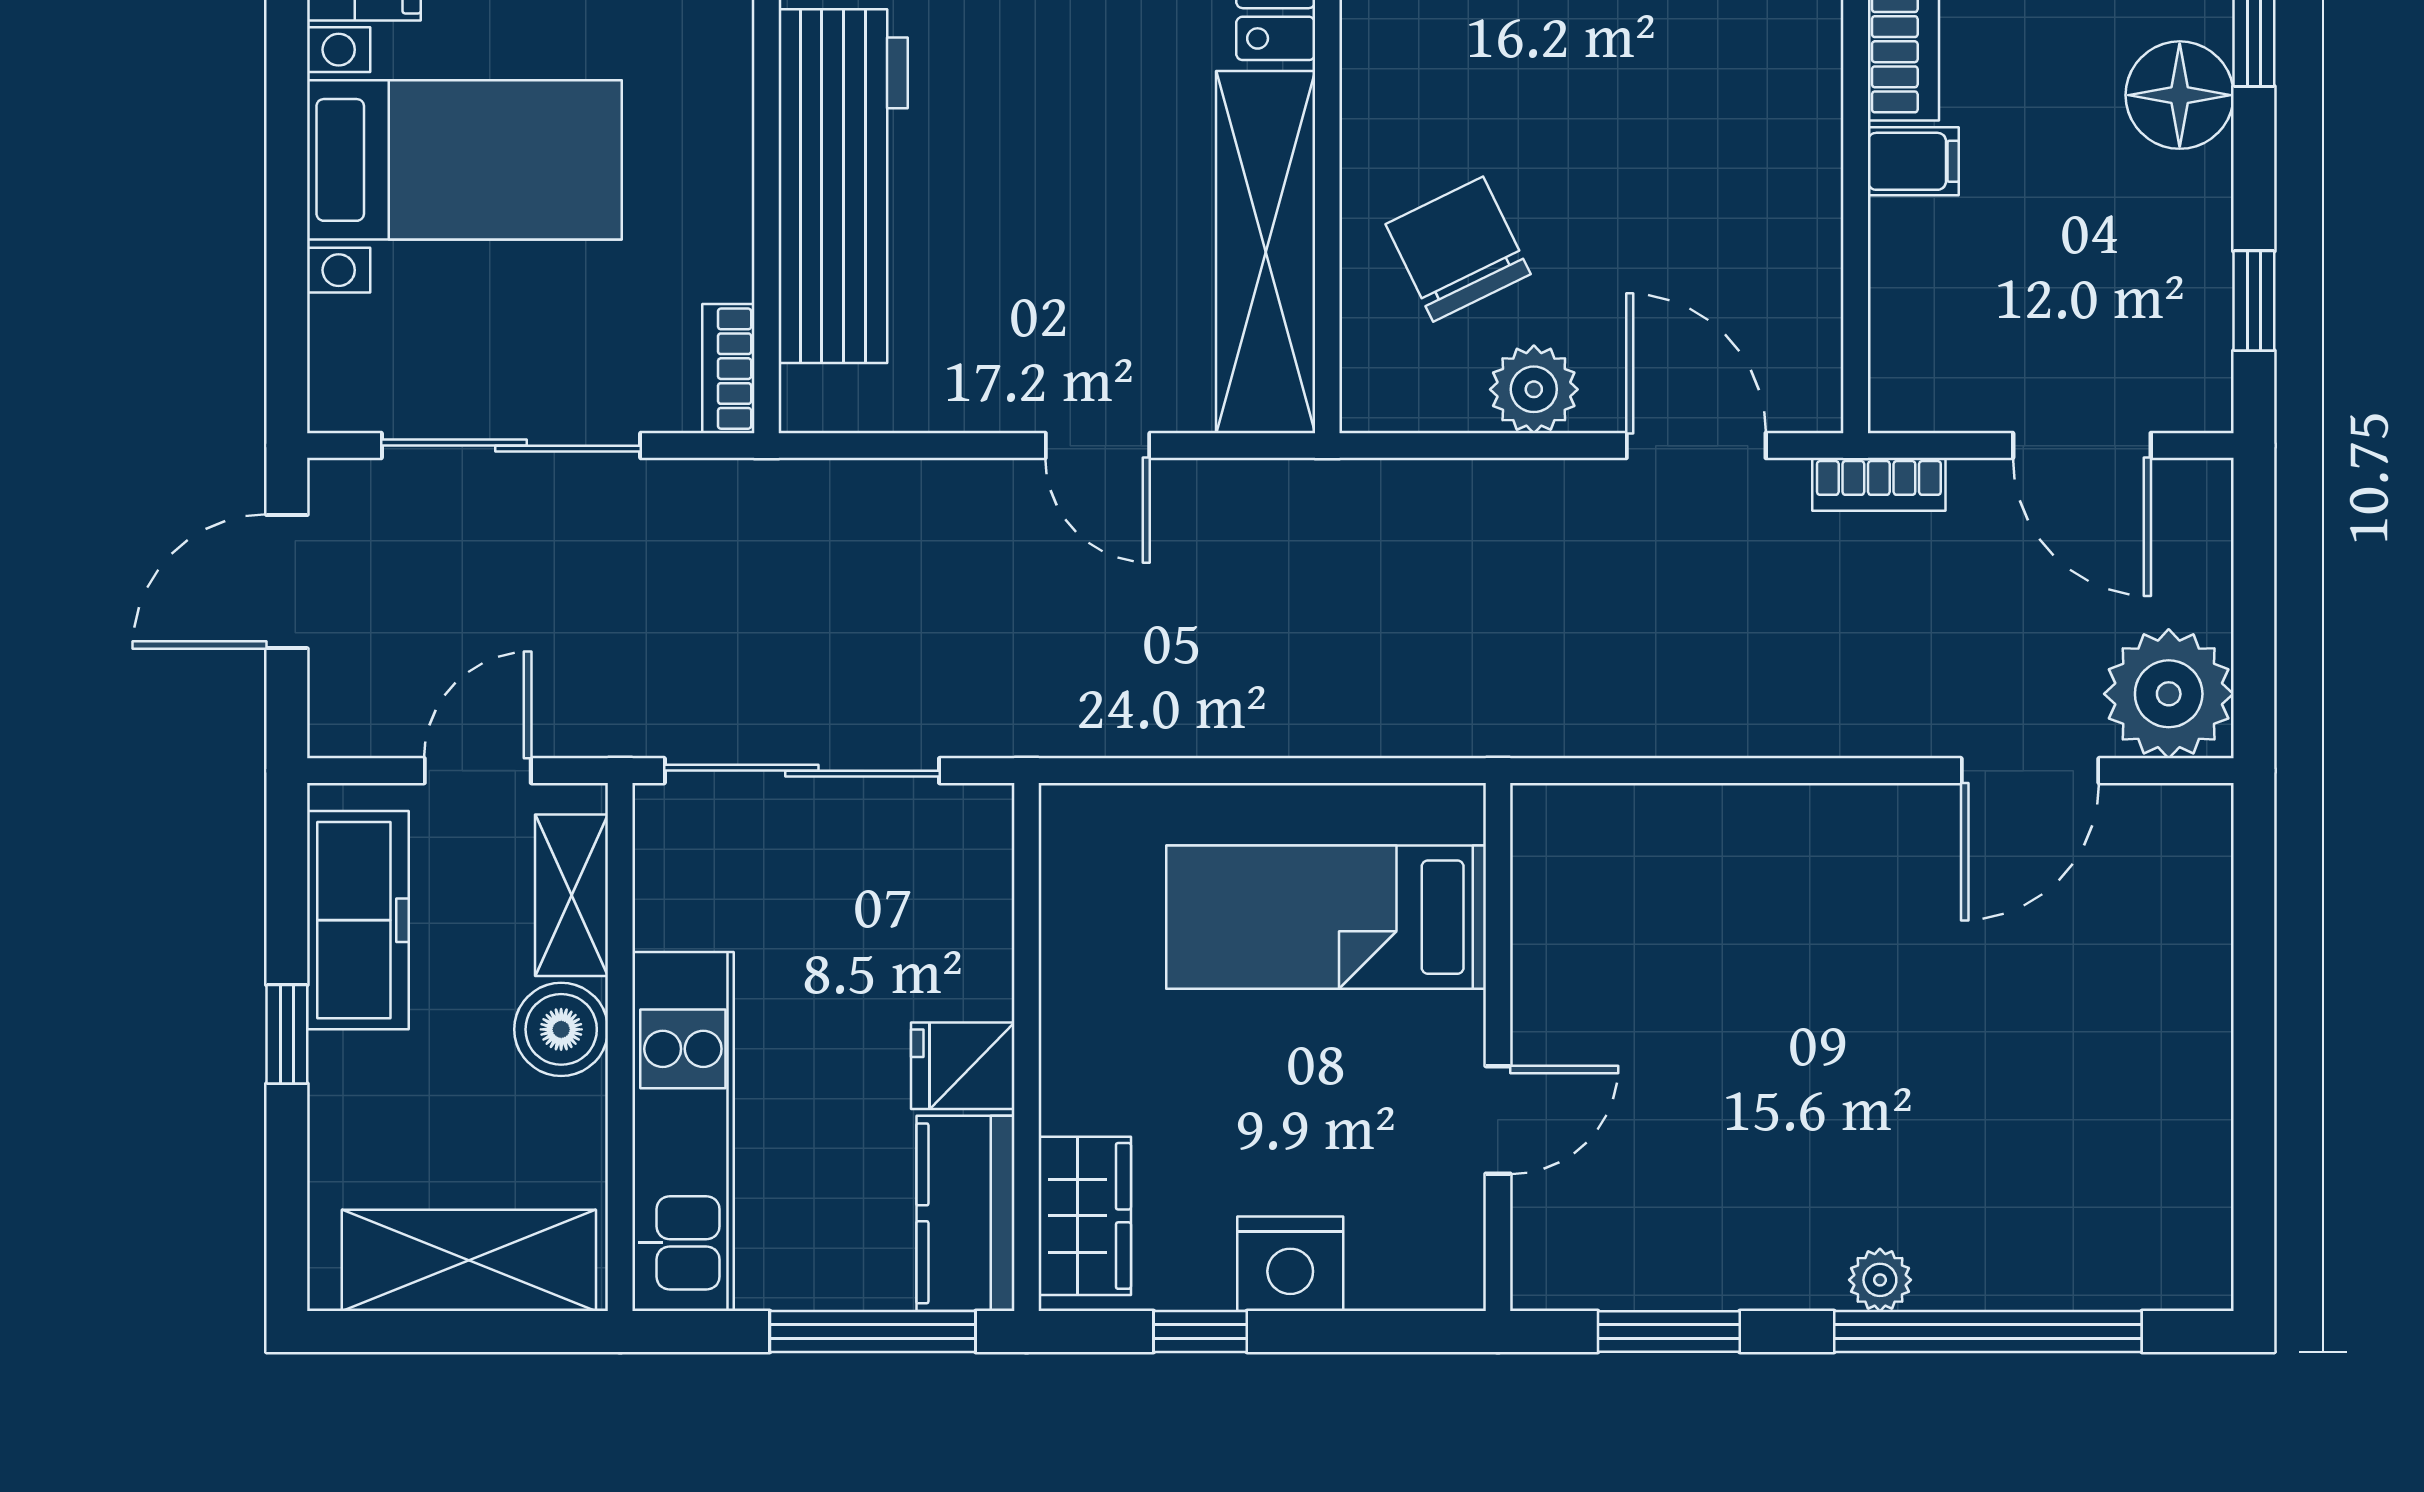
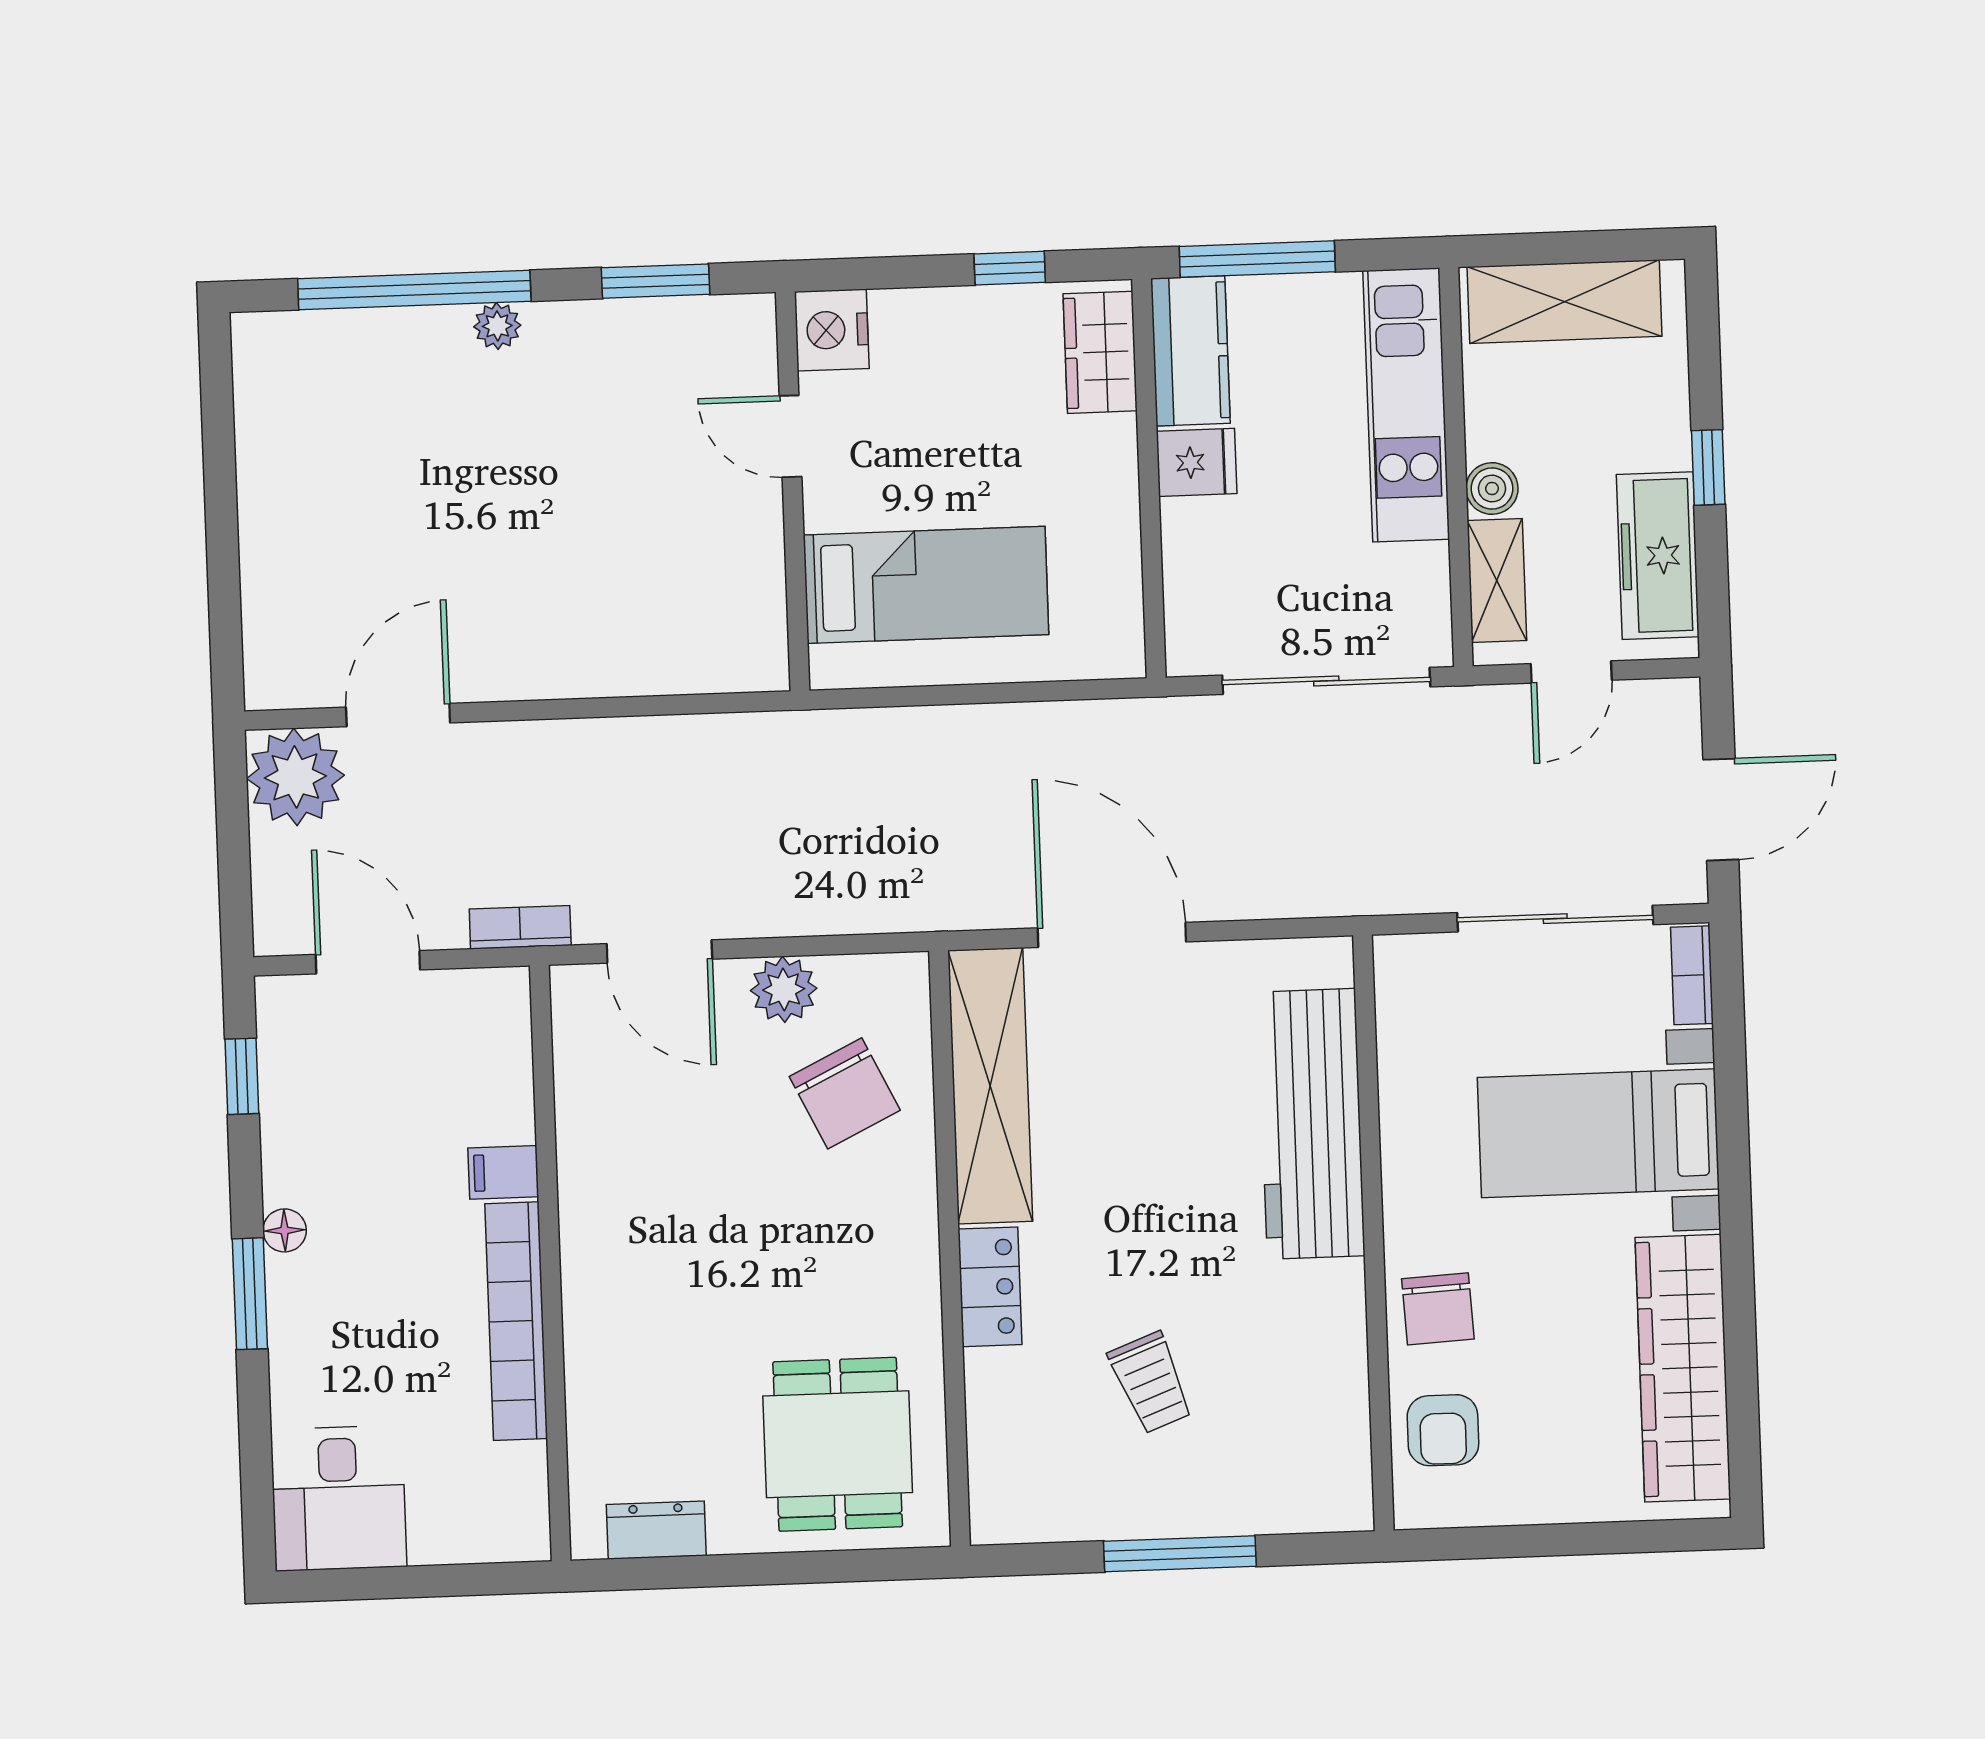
floor lamp: (2180, 95) -> (285, 1230), width x0.53, depth x0.53
bookcase: (728, 369) -> (1692, 975), moved, turned 180
door: (1098, 446) -> (1112, 935), width x1.87
boiler: (561, 1029) -> (1492, 488), width x0.73, depth x0.73
door: (1498, 1120) -> (791, 436), hinge flipped
nightstand: (1290, 1264) -> (832, 330), moved, turned -90

